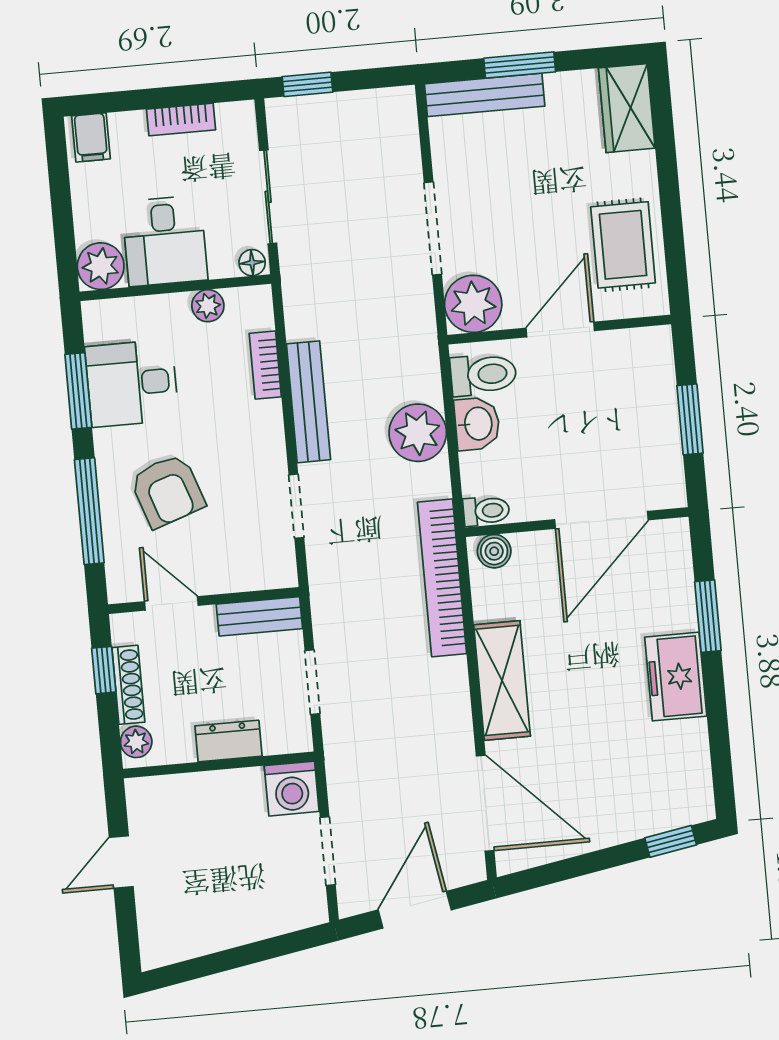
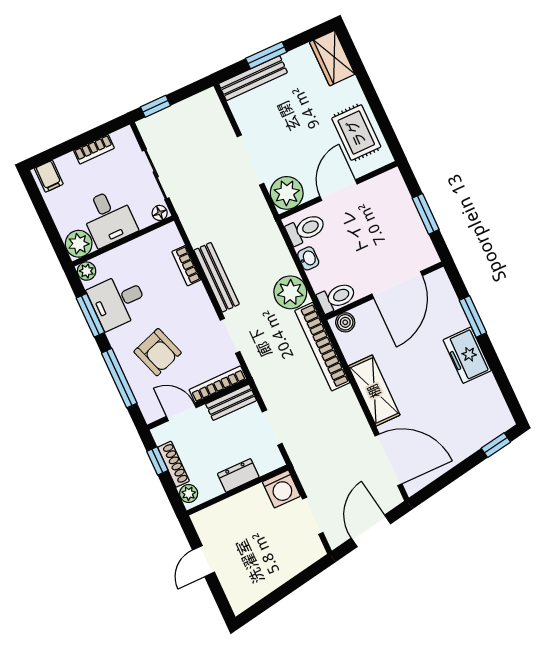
plant: (208, 306) -> (87, 271), moved
washbasin: (477, 424) -> (308, 258), width x0.72, depth x0.69
plant: (418, 433) -> (290, 292), moved
toilet: (486, 511) -> (337, 297), width x1.37, depth x1.39
bookcase: (248, 579) -> (218, 384), added

